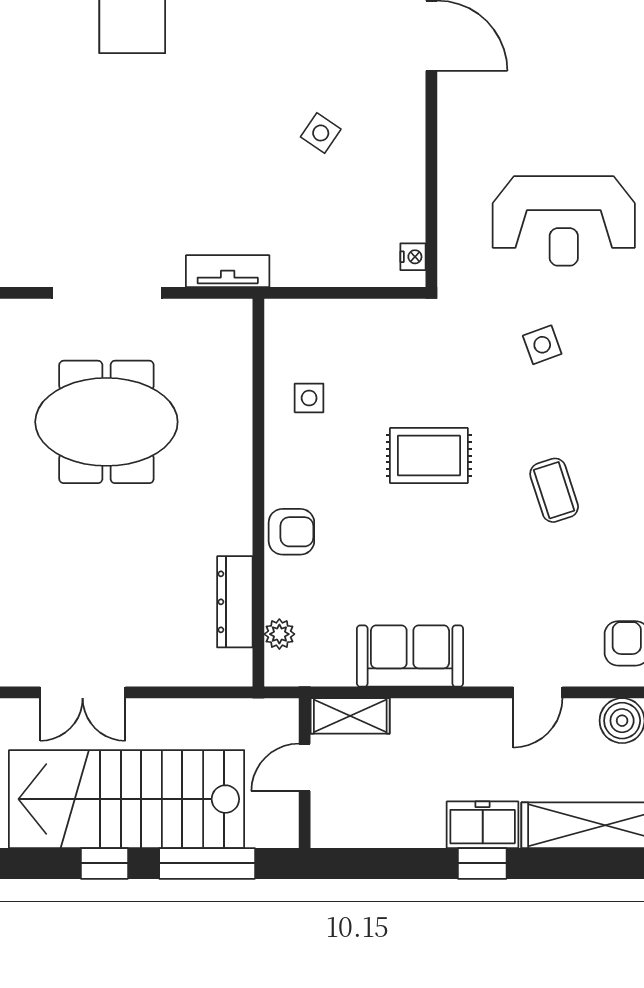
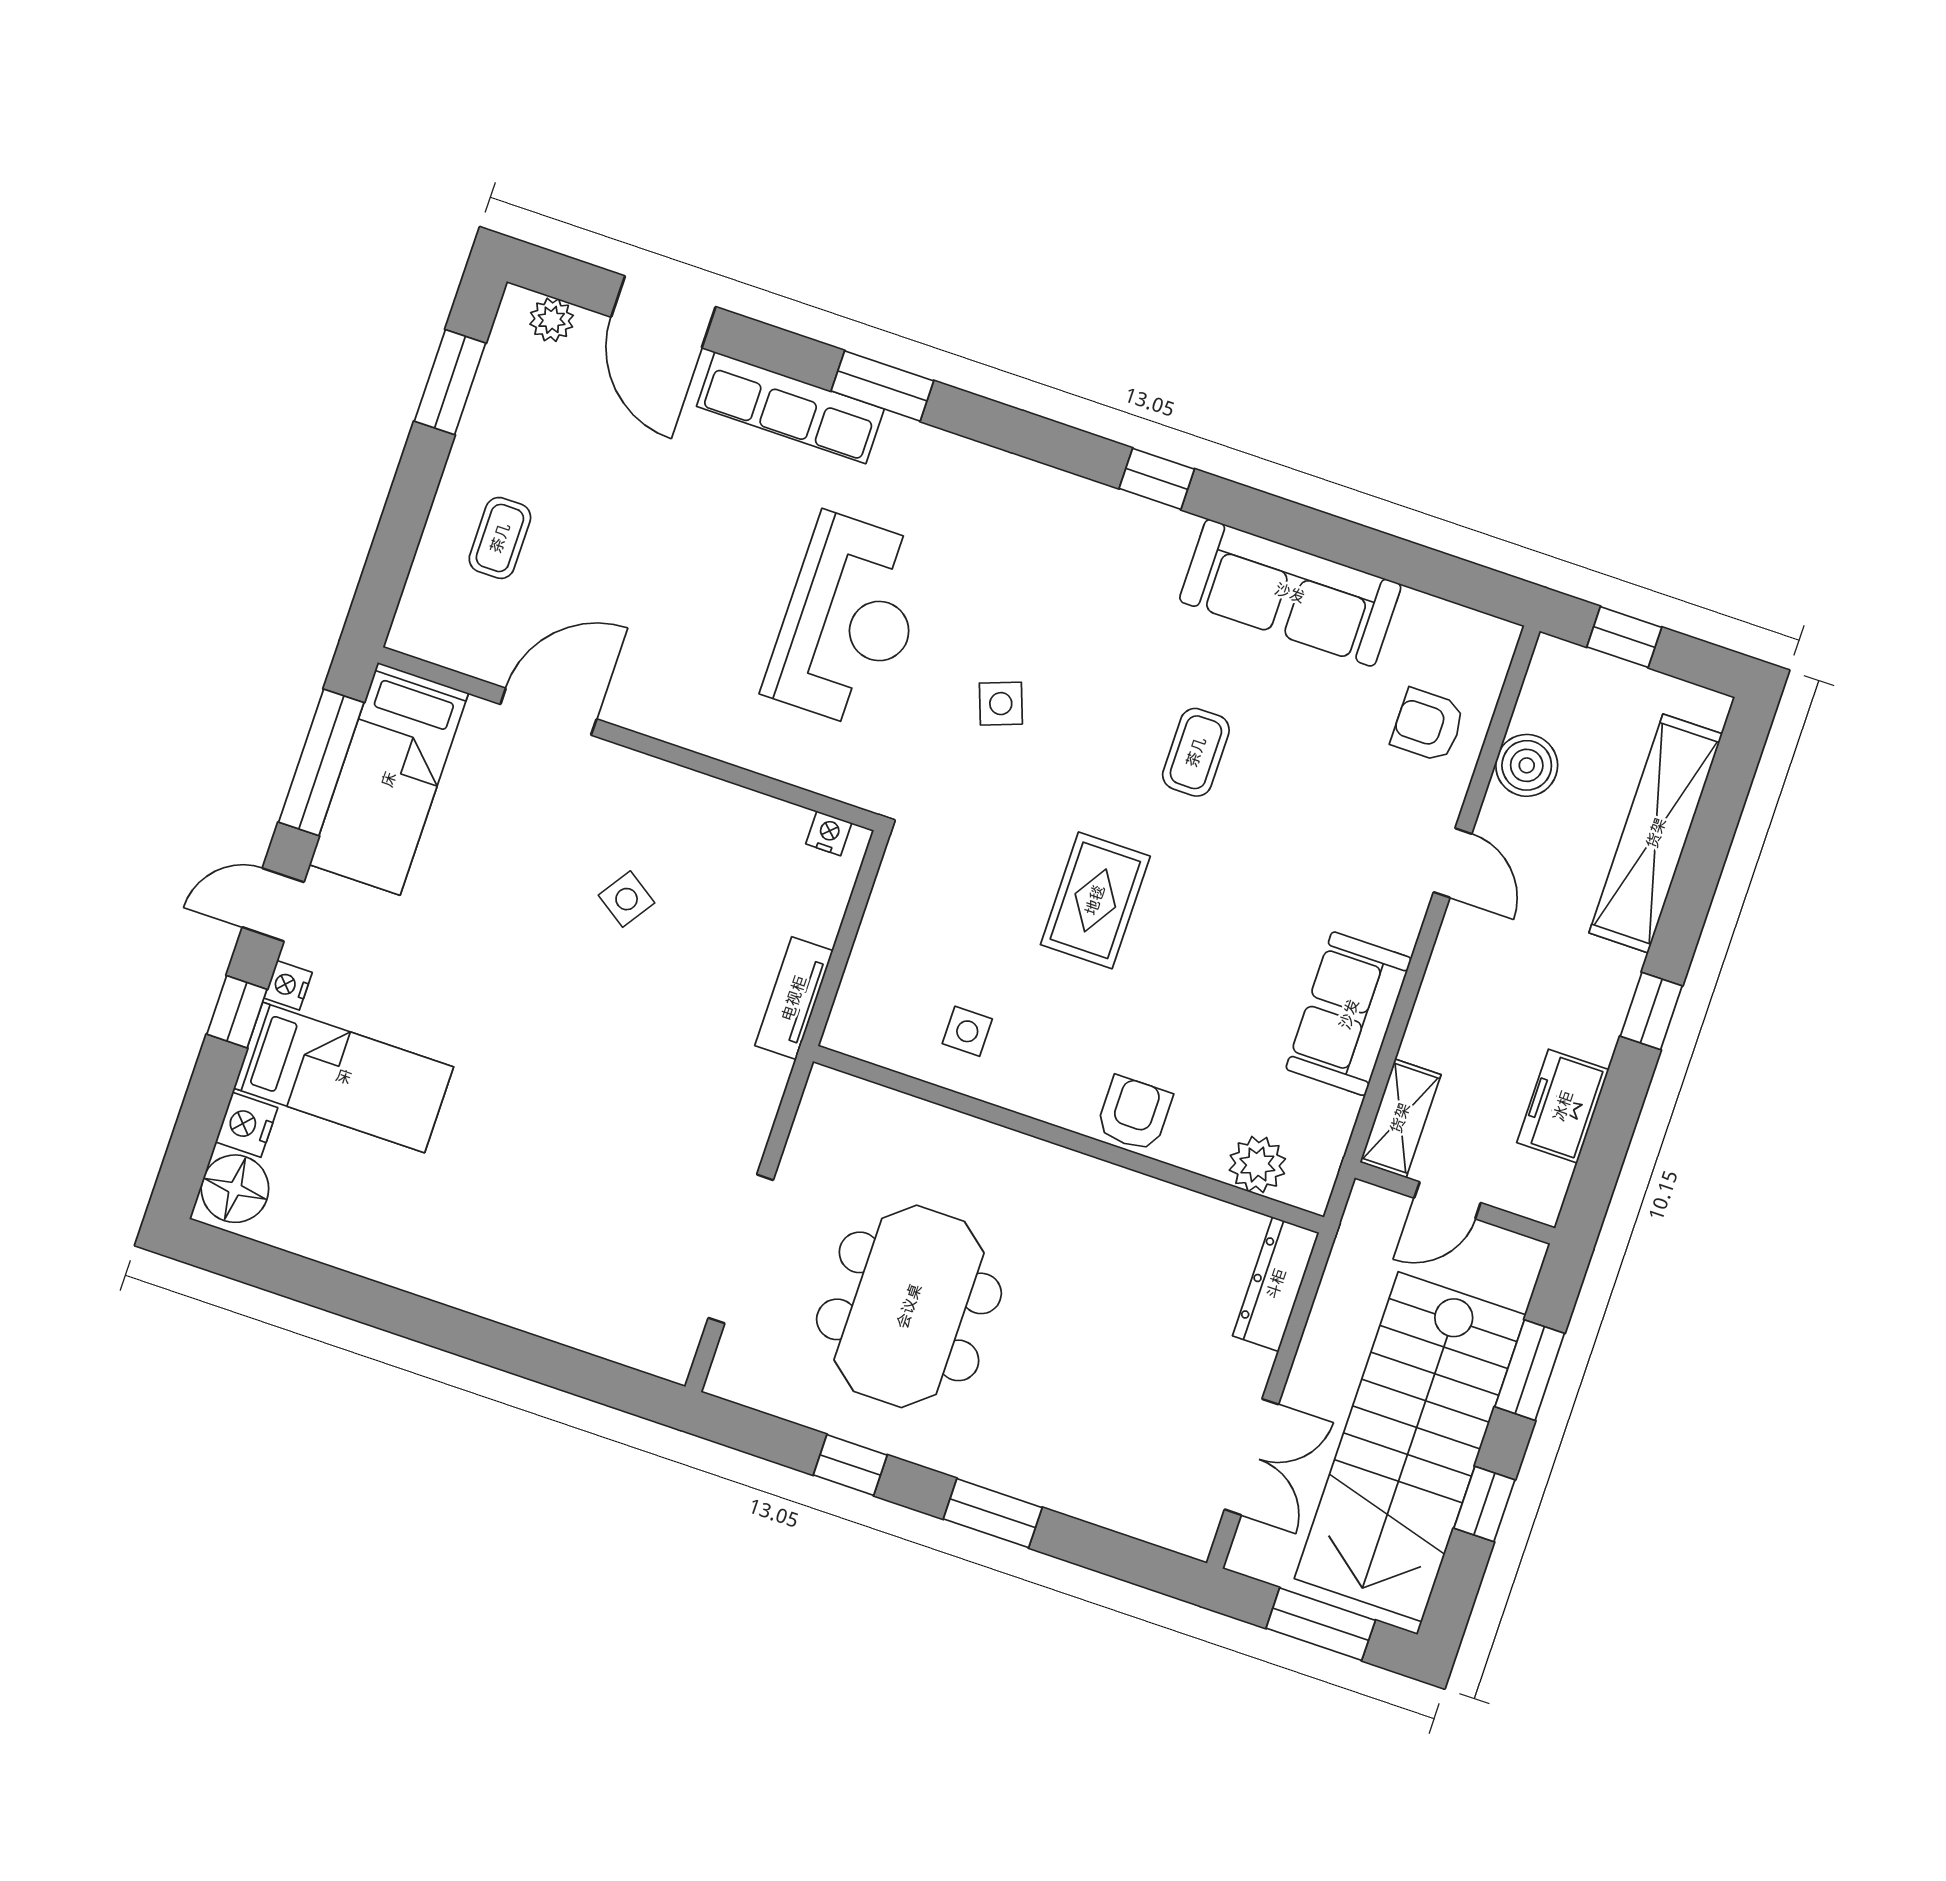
tv unit: (228, 271) -> (794, 998), moved
coffee table: (554, 490) -> (1196, 752), turned -72
dresser: (235, 602) -> (1276, 1284), moved, turned 90
plant: (279, 634) -> (1257, 1164), width x1.38, depth x1.38
door: (305, 767) -> (1447, 1200), hinge flipped
freezer: (483, 825) -> (1563, 1106), moved
window: (207, 863) -> (1530, 1370), width x0.69

